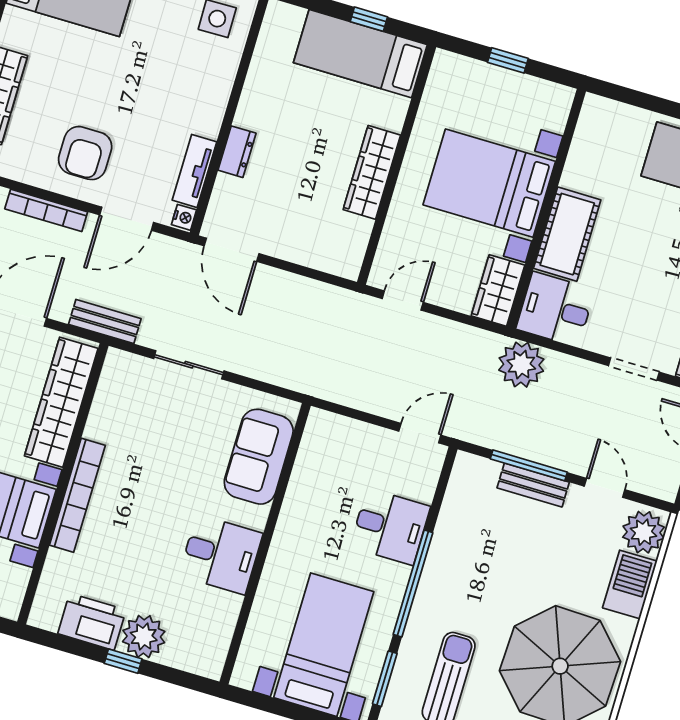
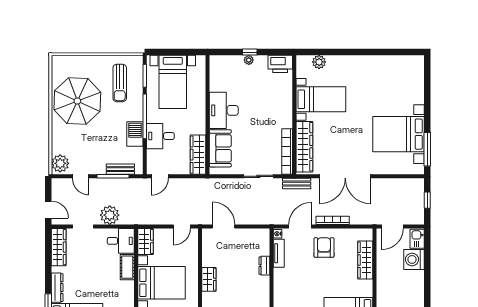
wardrobe: (372, 172) -> (209, 279), width x0.67
cot: (567, 234) -> (127, 267), width x0.73, depth x0.75
door: (232, 250) -> (224, 227), moved
plant: (521, 365) -> (110, 215), moved
wardrobe: (315, 457) -> (198, 155), added
bench: (533, 485) -> (120, 169), moved
bookcase: (77, 495) -> (287, 152), moved
desk: (221, 554) -> (224, 110), width x1.37
barbecue: (630, 584) -> (135, 134), moved, turned 180
printer: (92, 622) -> (280, 64), moved
plant: (144, 637) -> (249, 60), width x0.53, depth x0.53

